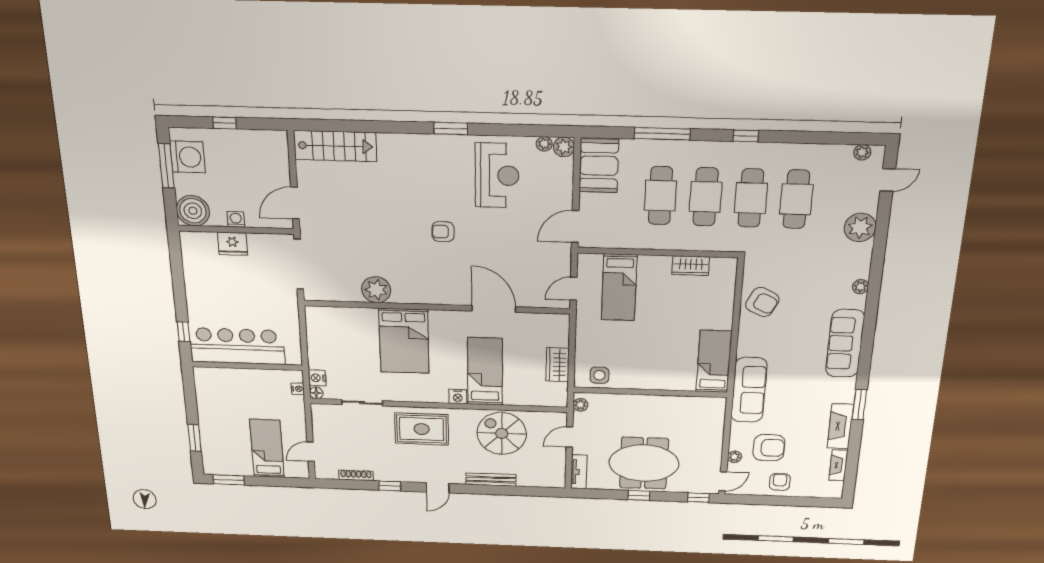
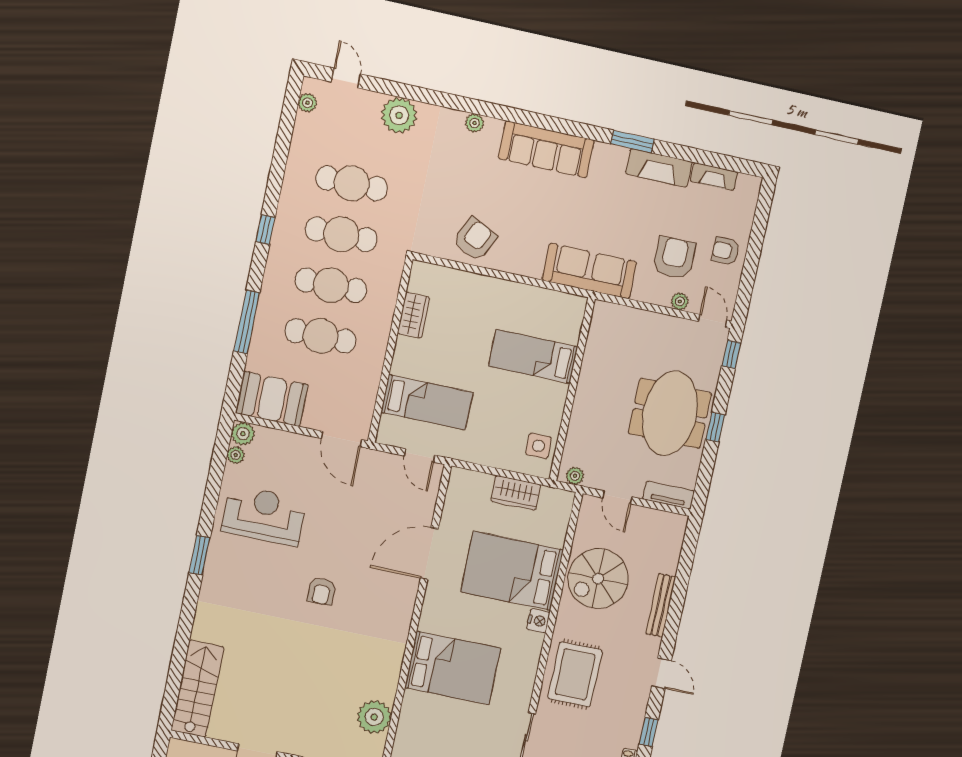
plant: (376, 290) -> (374, 717), moved
bed: (714, 362) -> (533, 357), moved
bed: (485, 371) -> (512, 571), width x1.50

